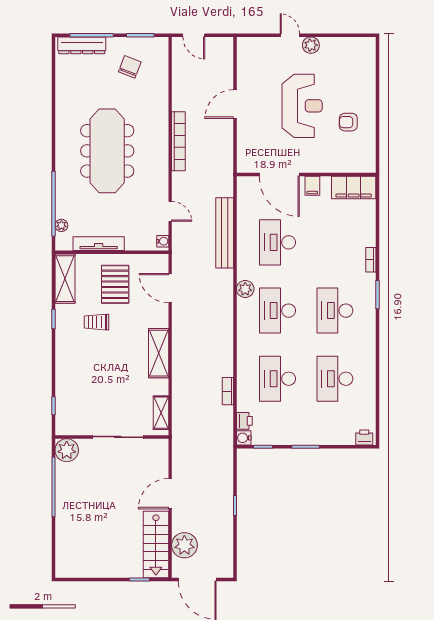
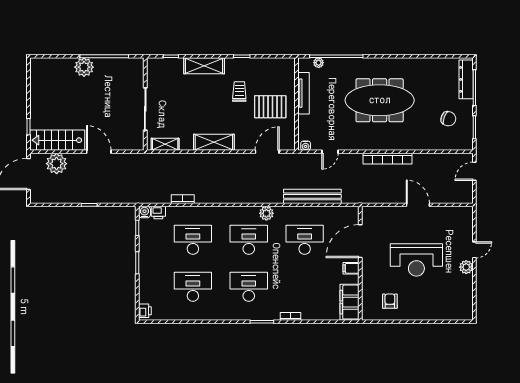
armchair: (348, 122) -> (390, 301), moved
shelving: (65, 279) -> (204, 66), moved
plant: (67, 450) -> (84, 67), moved

